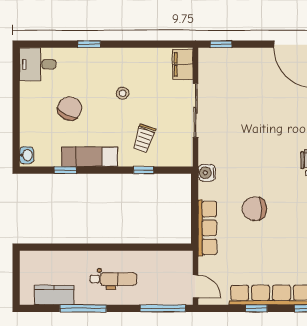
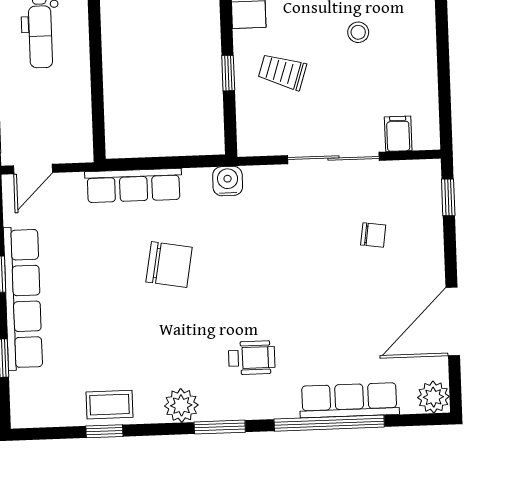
filing cabinet: (183, 64) -> (398, 134), width x0.50
chair: (241, 89) -> (373, 235), added
chair: (254, 209) -> (169, 265), turned 100

